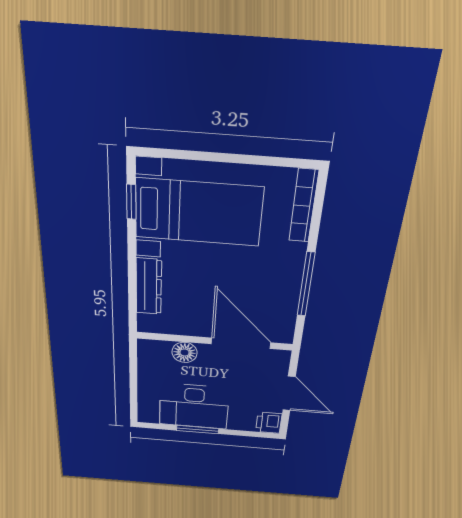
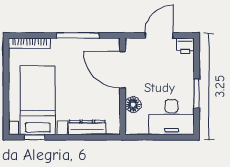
door: (241, 343) -> (123, 70), hinge flipped
desk: (194, 406) -> (171, 117), moved, turned 90

